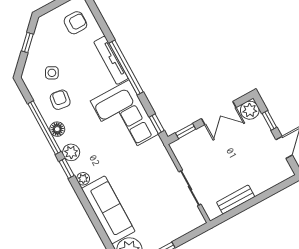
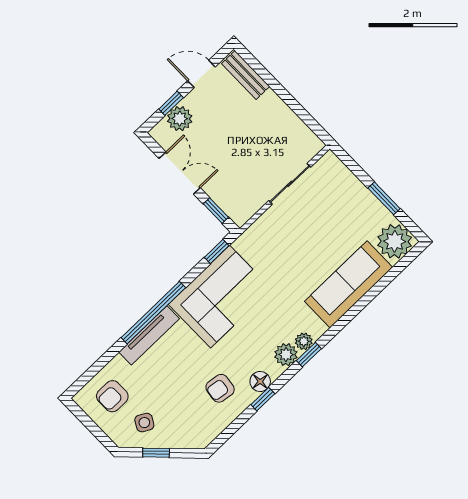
armchair: (75, 23) -> (112, 396), turned -90
side table: (52, 73) -> (144, 423), moved
plant: (250, 110) -> (180, 119), moved
window: (44, 128) -> (263, 399), width x0.32
plant: (83, 179) -> (304, 341), moved
bench: (236, 199) -> (246, 75), moved

